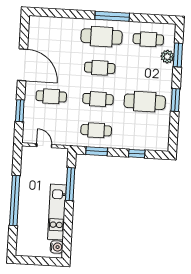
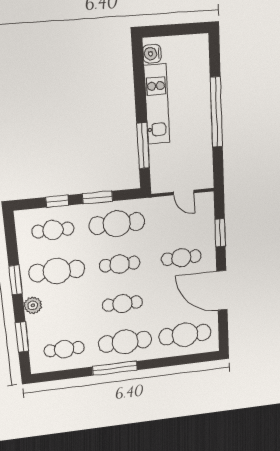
cafe table: (55, 34) -> (185, 335), added
plant: (167, 57) -> (33, 305), moved
cafe table: (96, 130) -> (117, 224), width x1.37, depth x1.35
cafe table: (143, 133) -> (53, 230), added
window: (97, 151) -> (98, 197), moved

